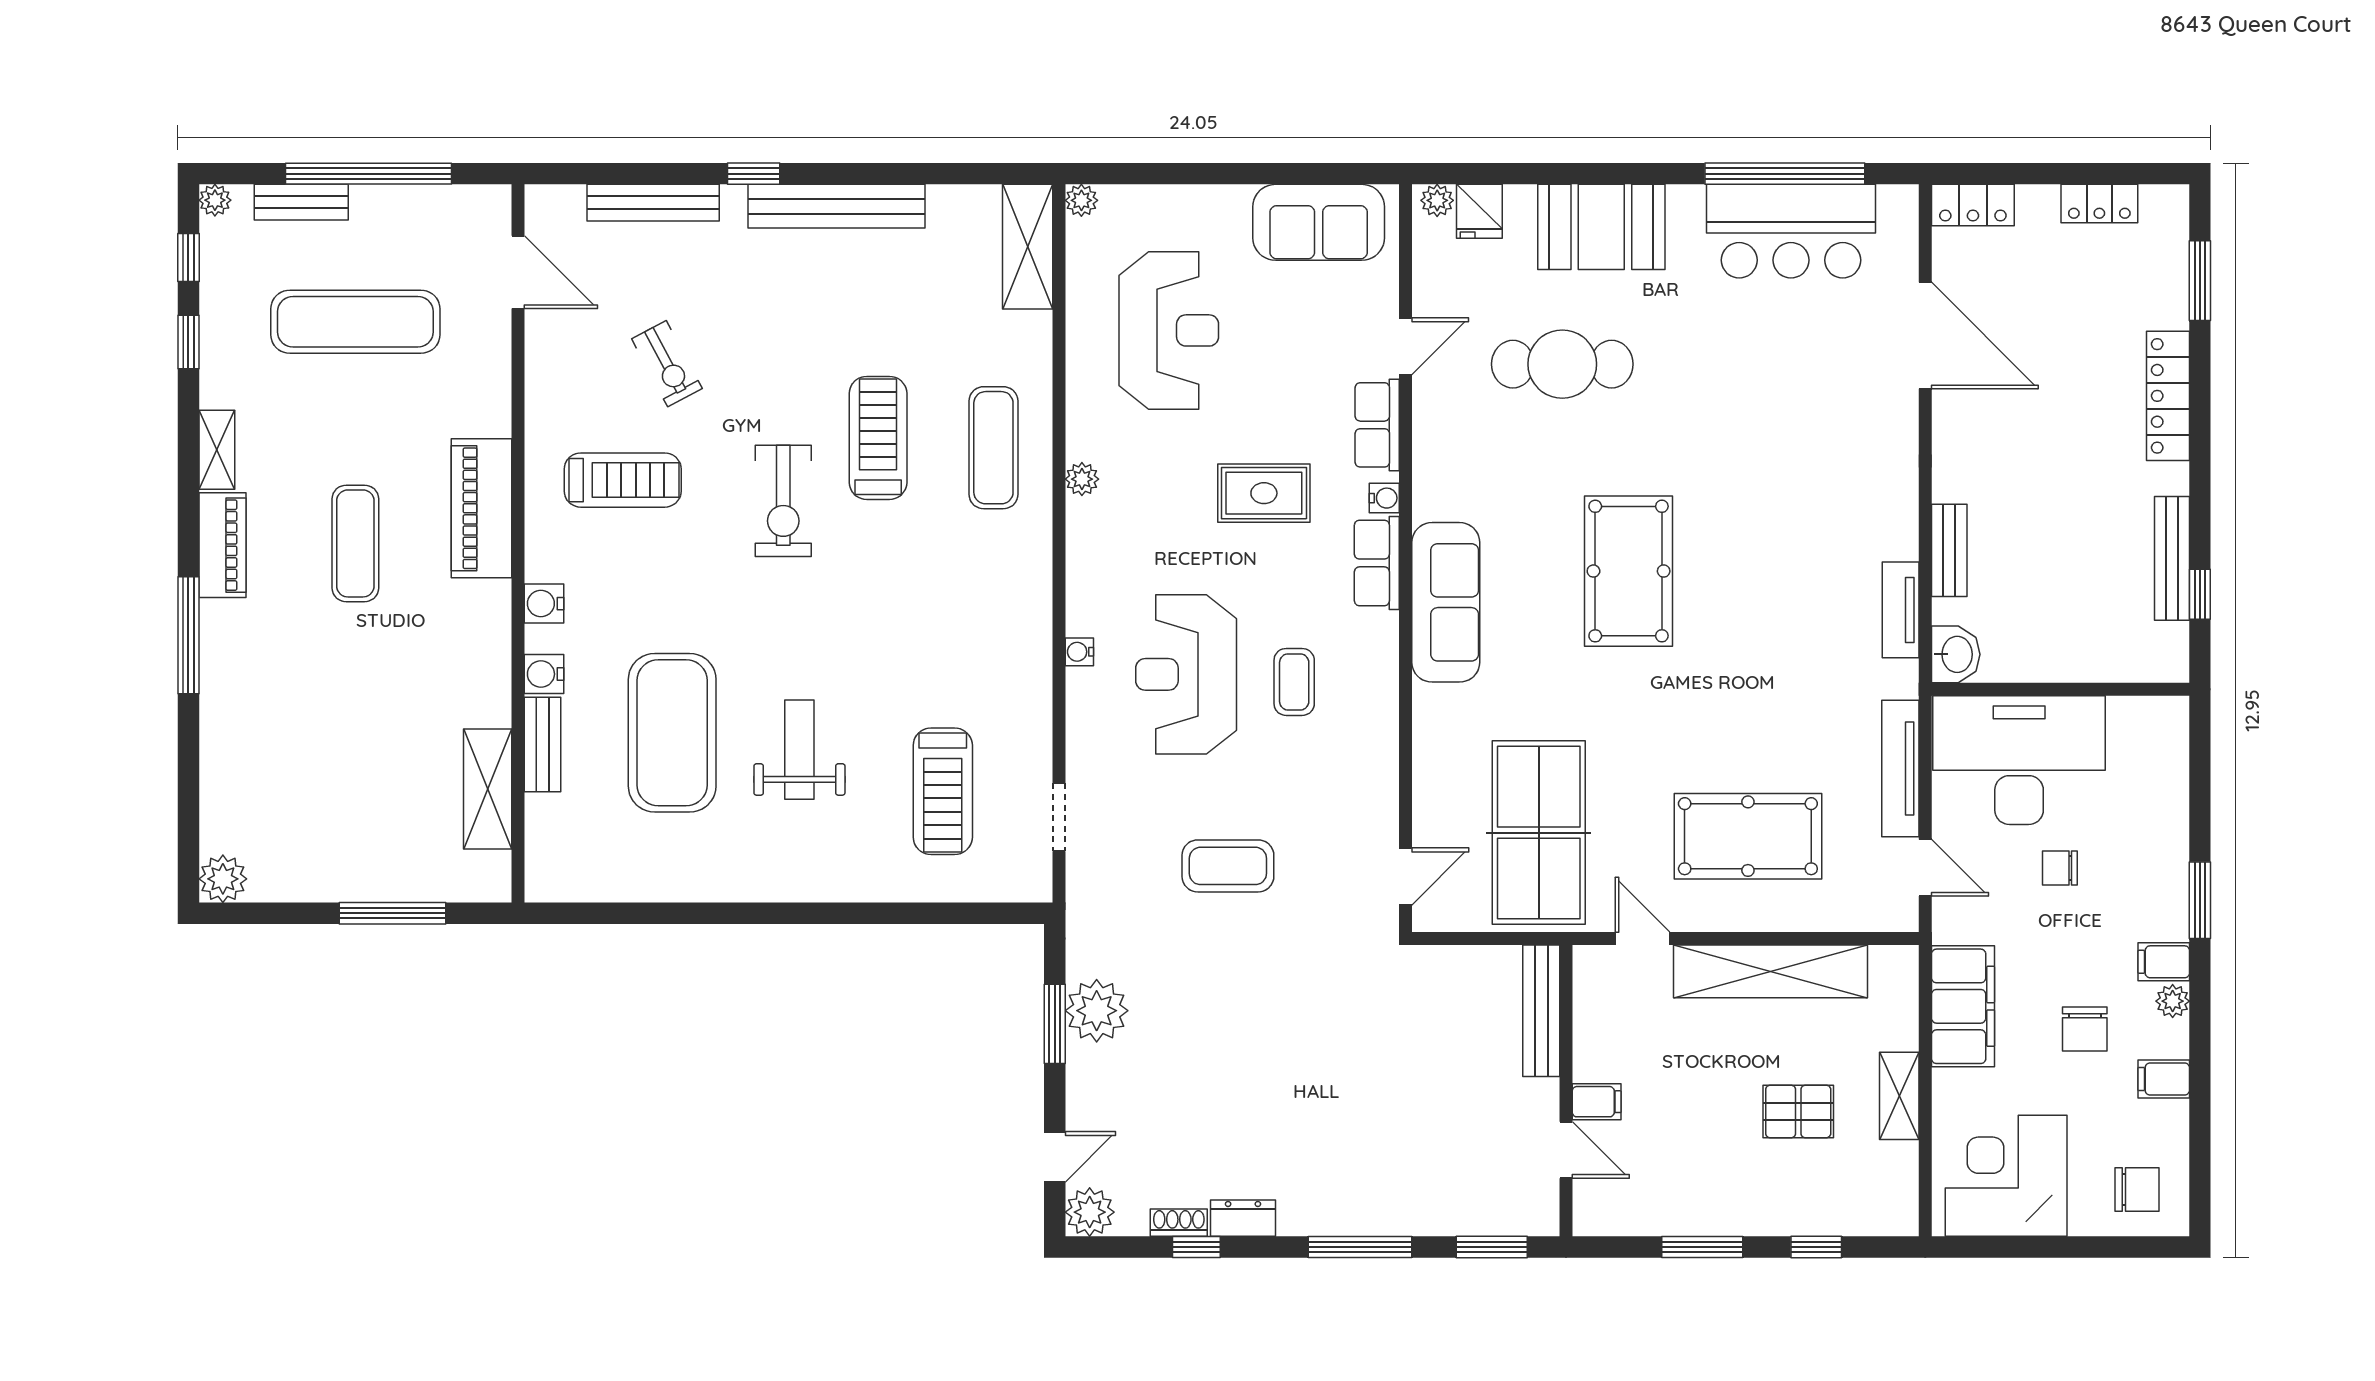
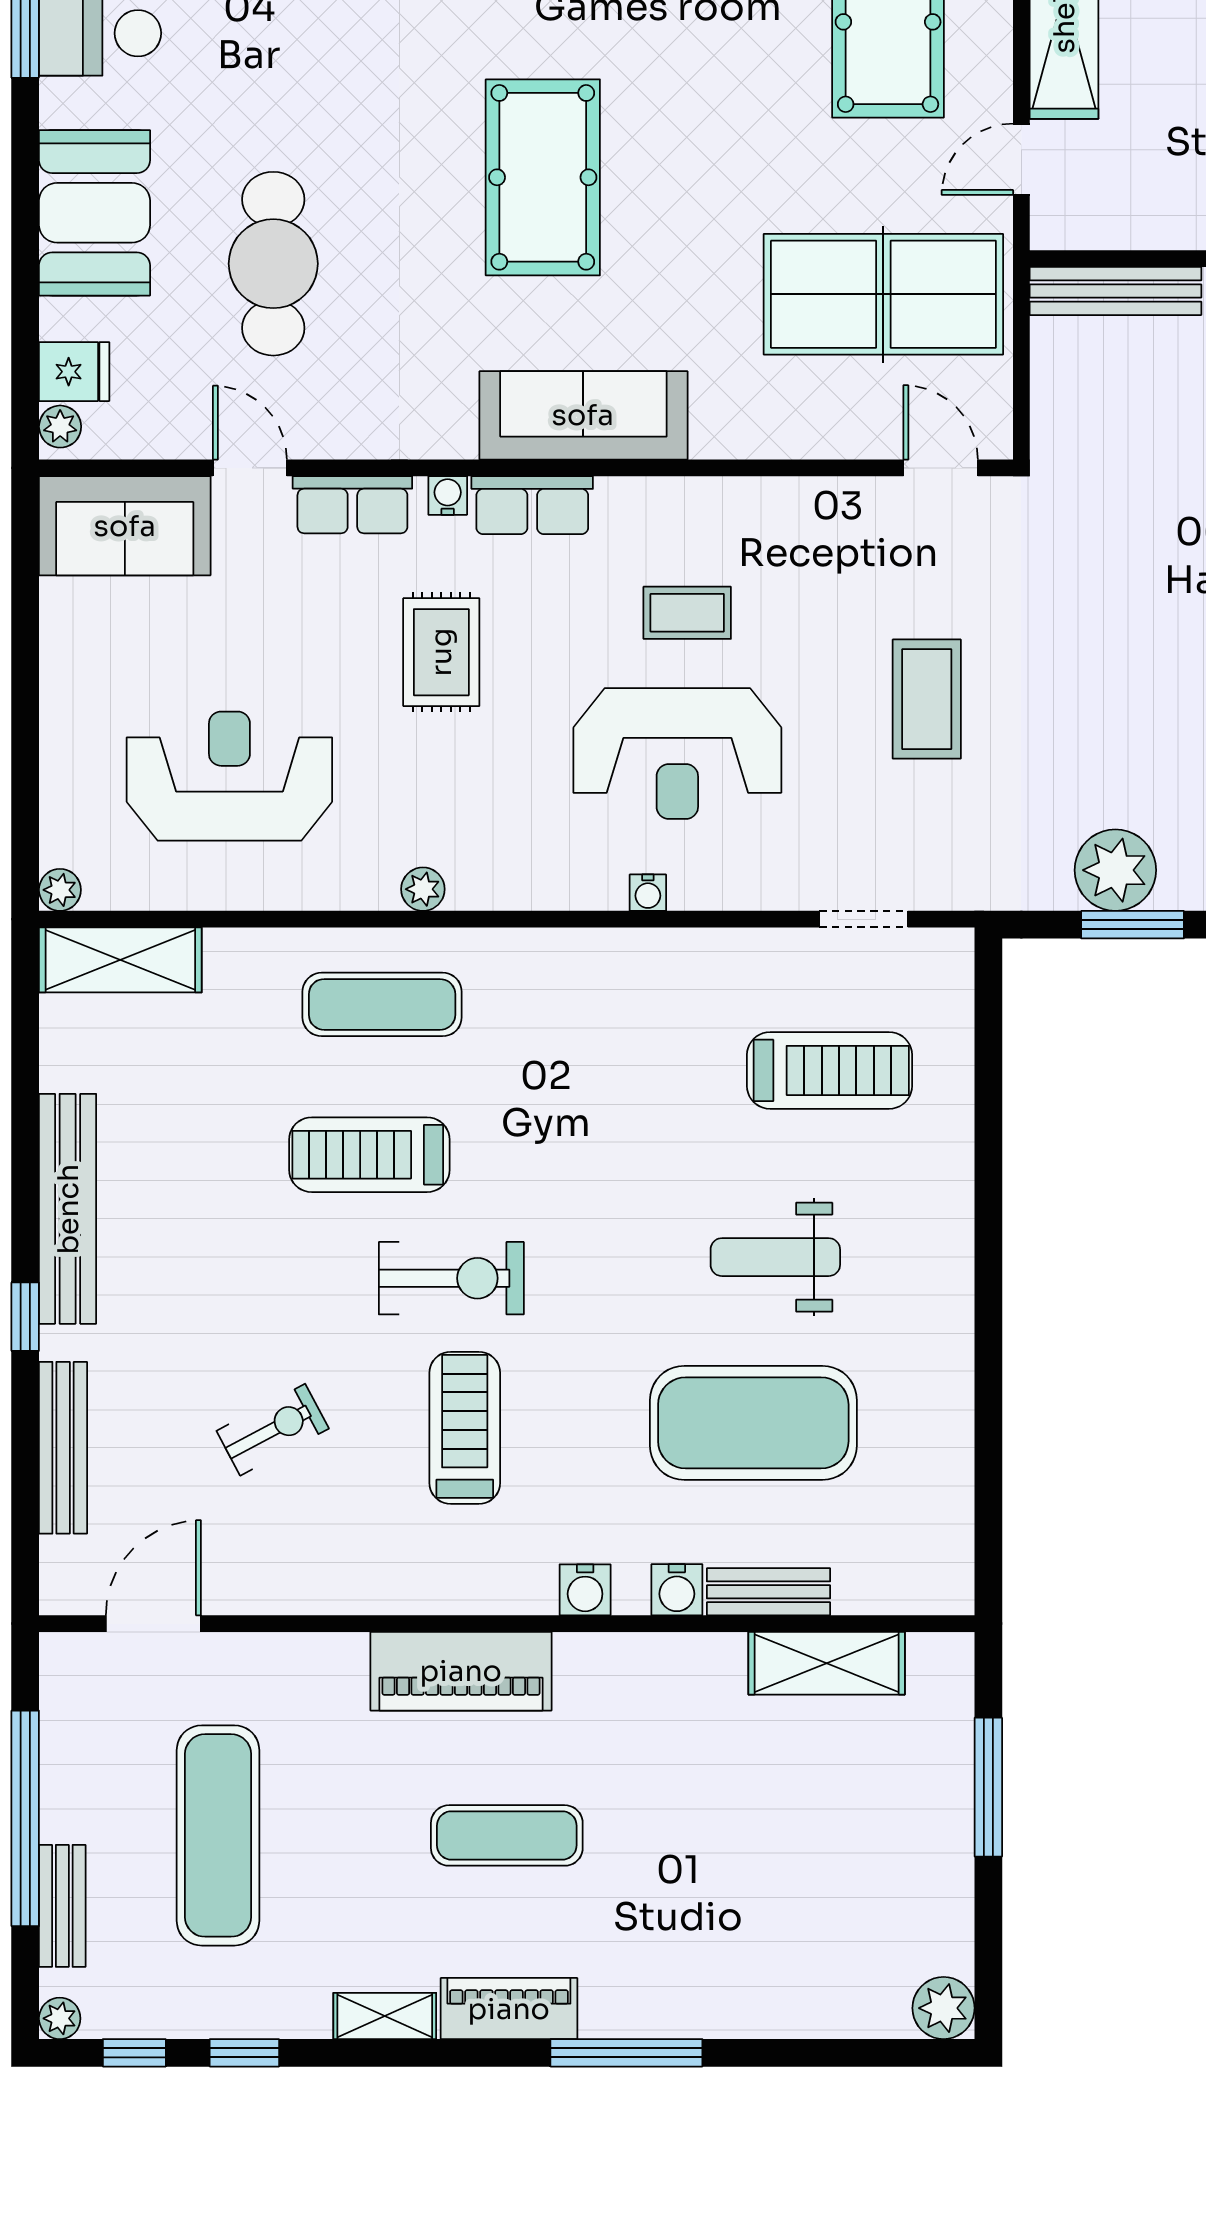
sofa: (1319, 222) -> (125, 526), moved, turned 90
treadmill: (623, 480) -> (465, 1428), moved
pool table: (1629, 571) -> (543, 177), turned 90

